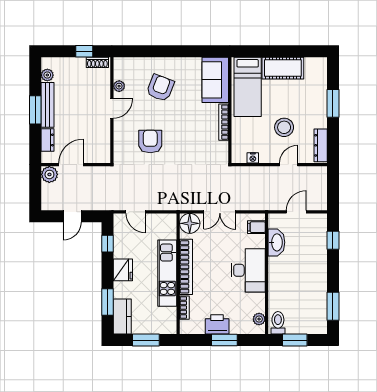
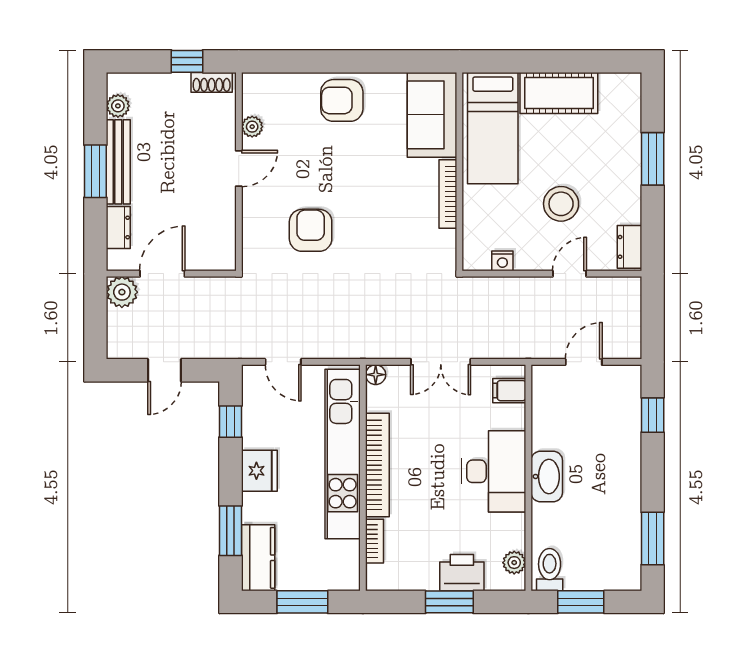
armchair: (160, 88) -> (342, 100), moved, turned -111
dresser: (321, 145) -> (629, 247), width x0.70
floor lamp: (190, 223) -> (376, 375), width x0.53, depth x0.53
washbasin: (276, 242) -> (547, 476), moved
kitchen unit: (167, 273) -> (343, 454), width x1.36
printer: (217, 324) -> (462, 573), moved

